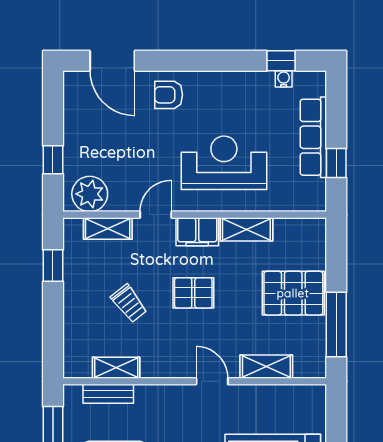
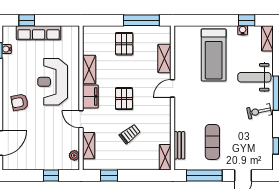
armchair: (169, 95) -> (20, 102), moved, turned 79
window: (336, 163) -> (27, 20), moved
plant: (90, 194) -> (74, 155), width x0.53, depth x0.53
pallet: (293, 293) -> (124, 44), width x0.67, depth x0.71
shelving: (116, 368) -> (165, 157), moved

